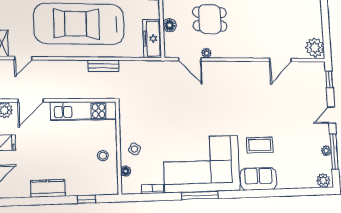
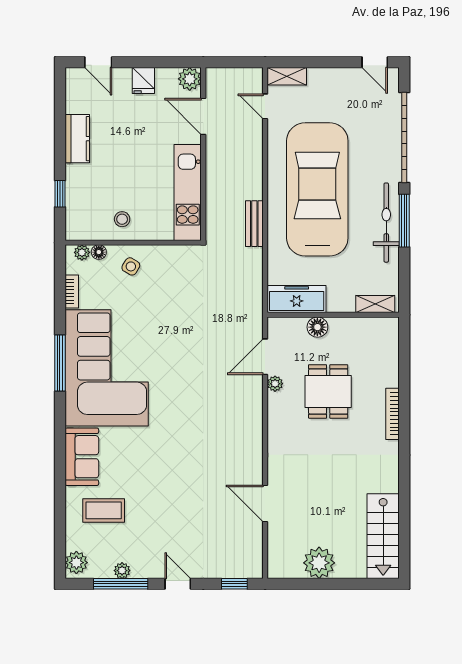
plant: (315, 47) -> (319, 563), moved
coffee table: (260, 145) -> (104, 510), moved, turned 90
plant: (126, 183) -> (82, 252), added

